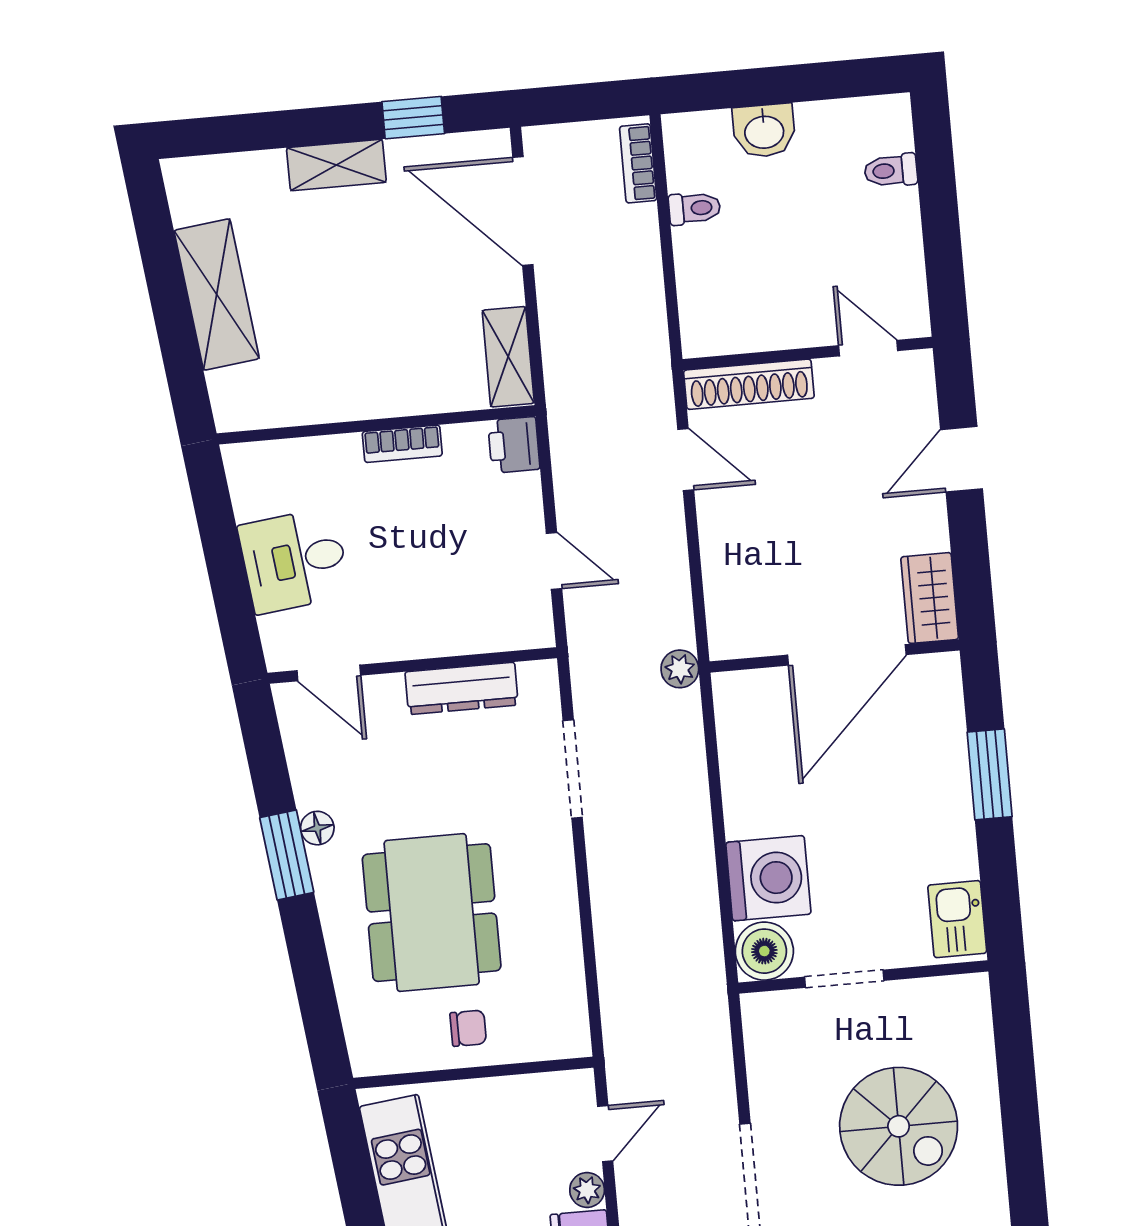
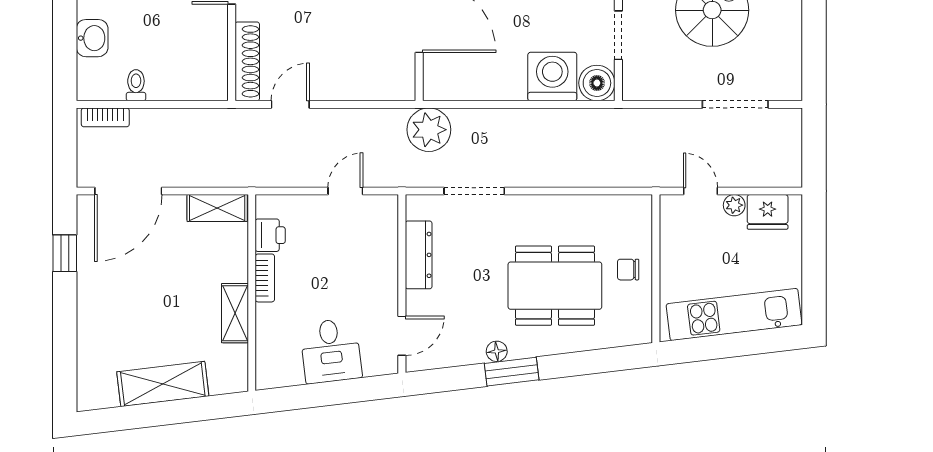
shelving: (336, 165) -> (235, 313), moved
printer: (514, 445) -> (270, 235), moved, turned -90
plant: (680, 669) -> (429, 130), width x1.88, depth x1.88
chair: (468, 1028) -> (628, 270), turned -90

